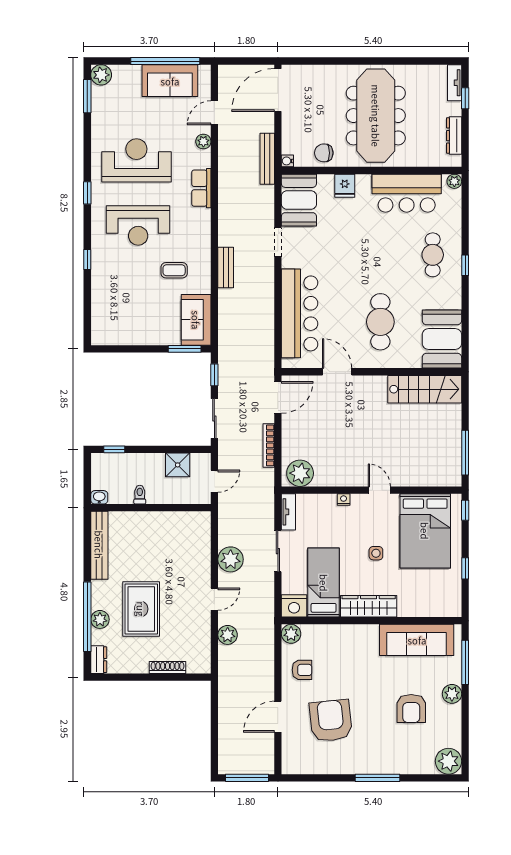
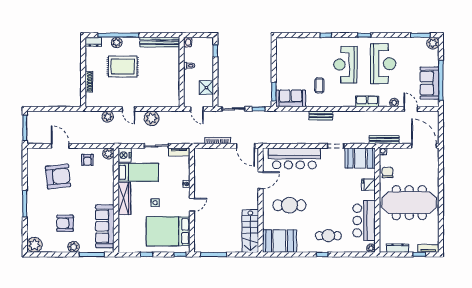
plant: (300, 473) -> (202, 159), removed

